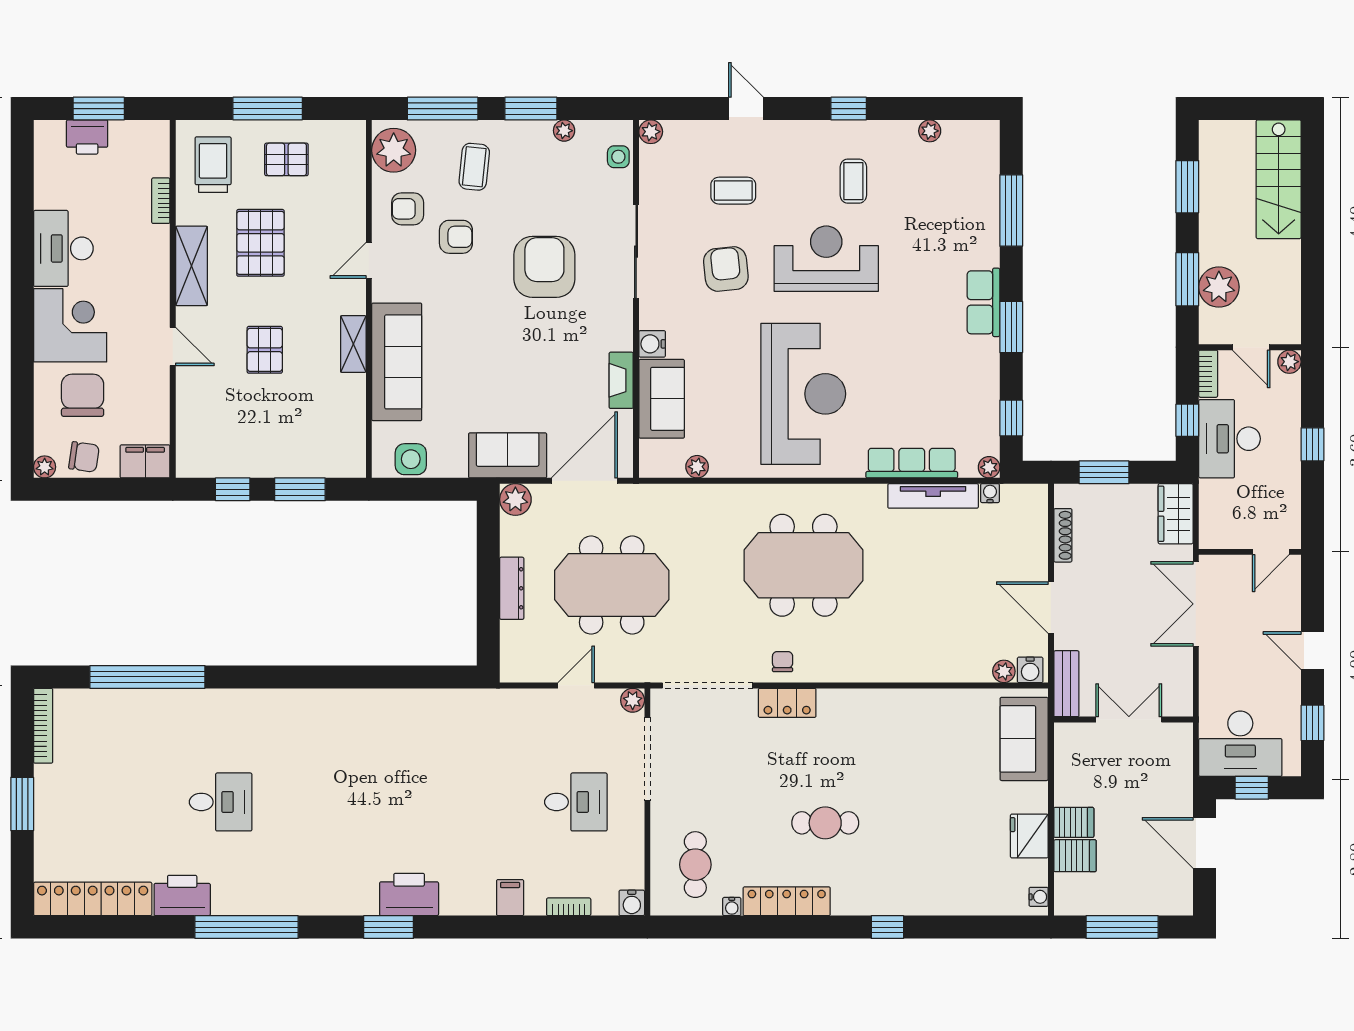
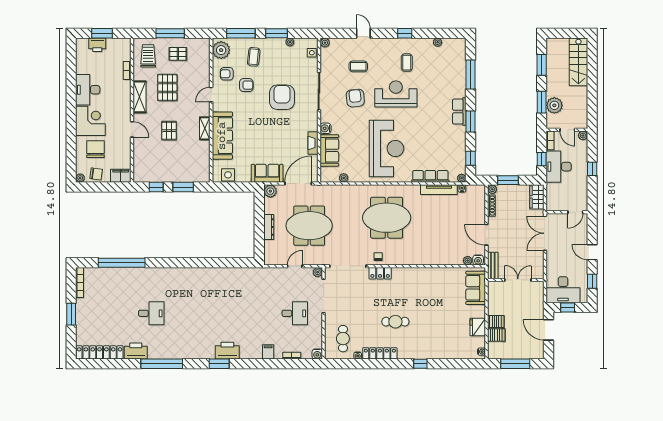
plant: (1065, 495) -> (492, 189), added

